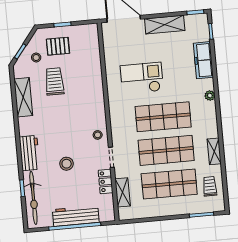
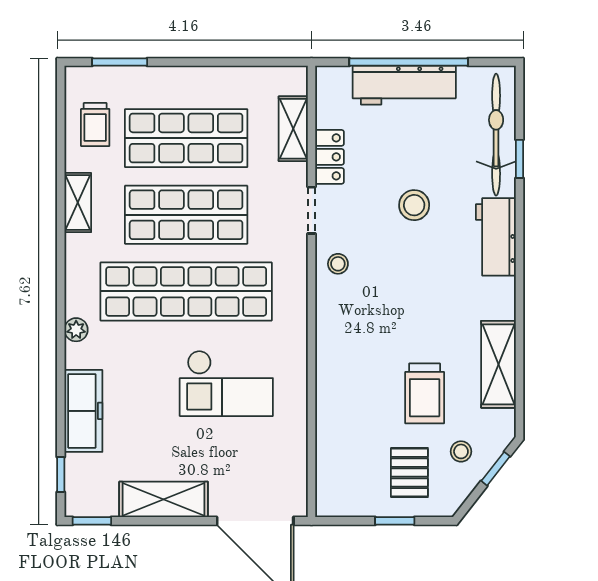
pallet: (58, 46) -> (409, 473), turned 90
shop shelf: (163, 117) -> (186, 291), width x1.40

